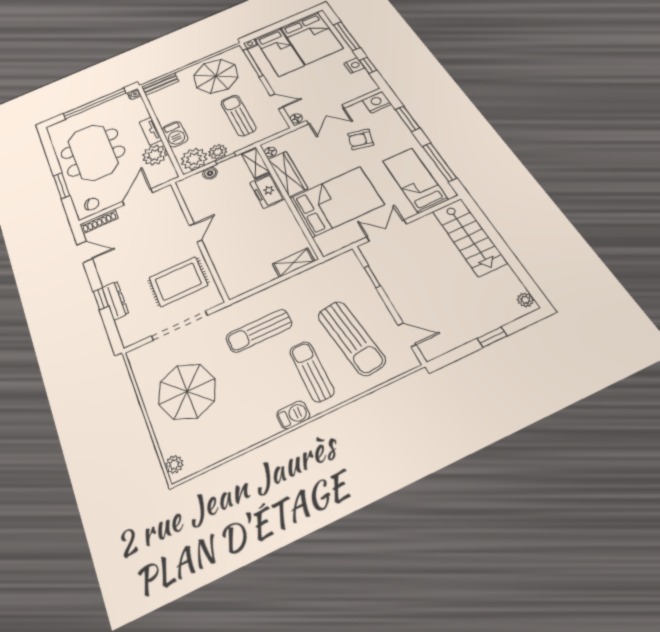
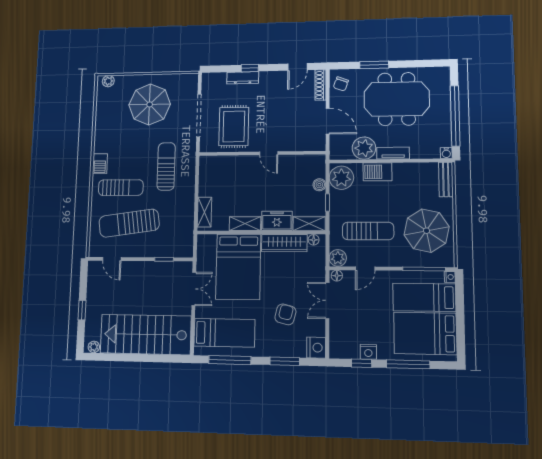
plant: (218, 152) -> (338, 258), moved
shelving: (286, 218) -> (245, 224), added
stairs: (469, 237) -> (146, 335), width x1.36, depth x1.51
door: (407, 335) -> (112, 259), hinge flipped

